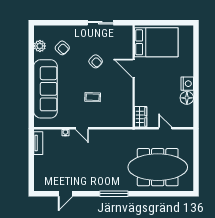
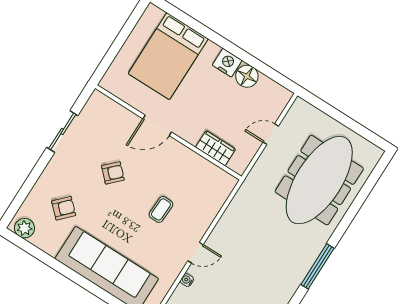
bed: (156, 42) -> (168, 56), moved, turned 180
plant: (40, 46) -> (25, 228), moved
wardrobe: (141, 117) -> (216, 148), moved

